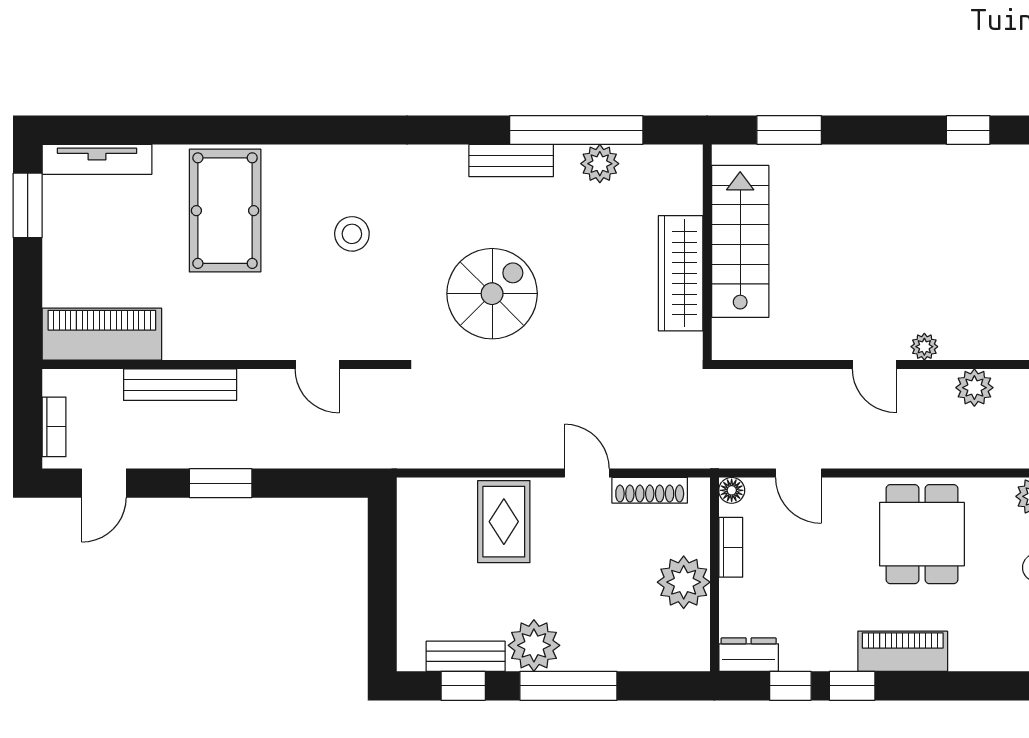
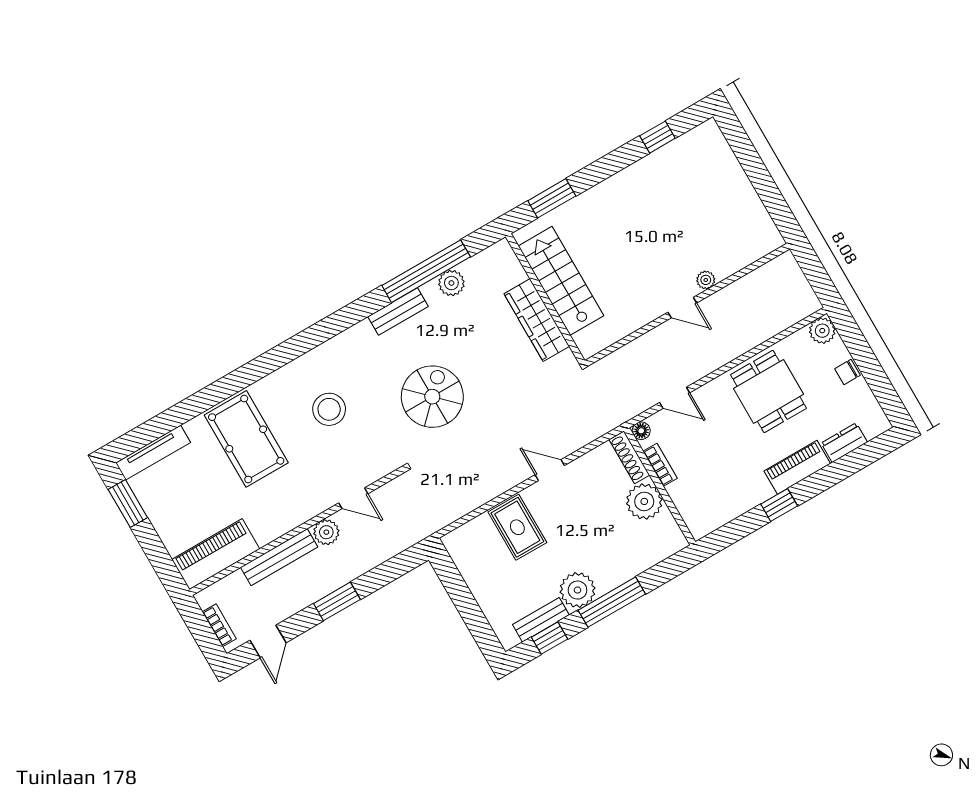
stool: (352, 234) -> (329, 409), width x1.38, depth x1.38
plant: (974, 388) -> (326, 532), moved
shoe rack: (650, 490) -> (629, 457), moved, turned 90
dresser: (749, 655) -> (844, 443), moved
window: (790, 686) -> (743, 526), removed

